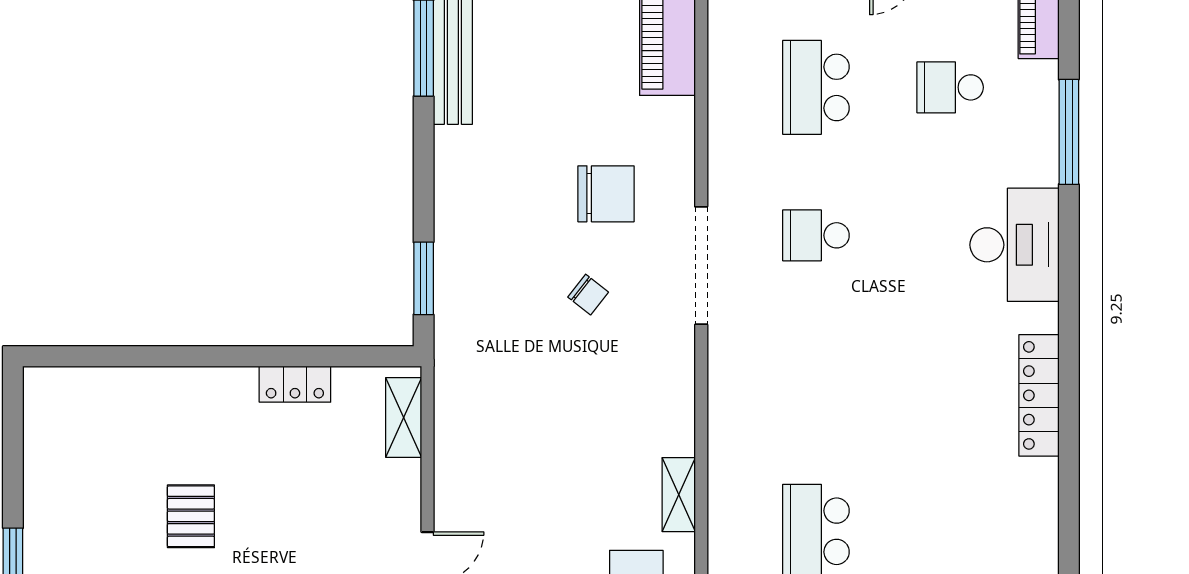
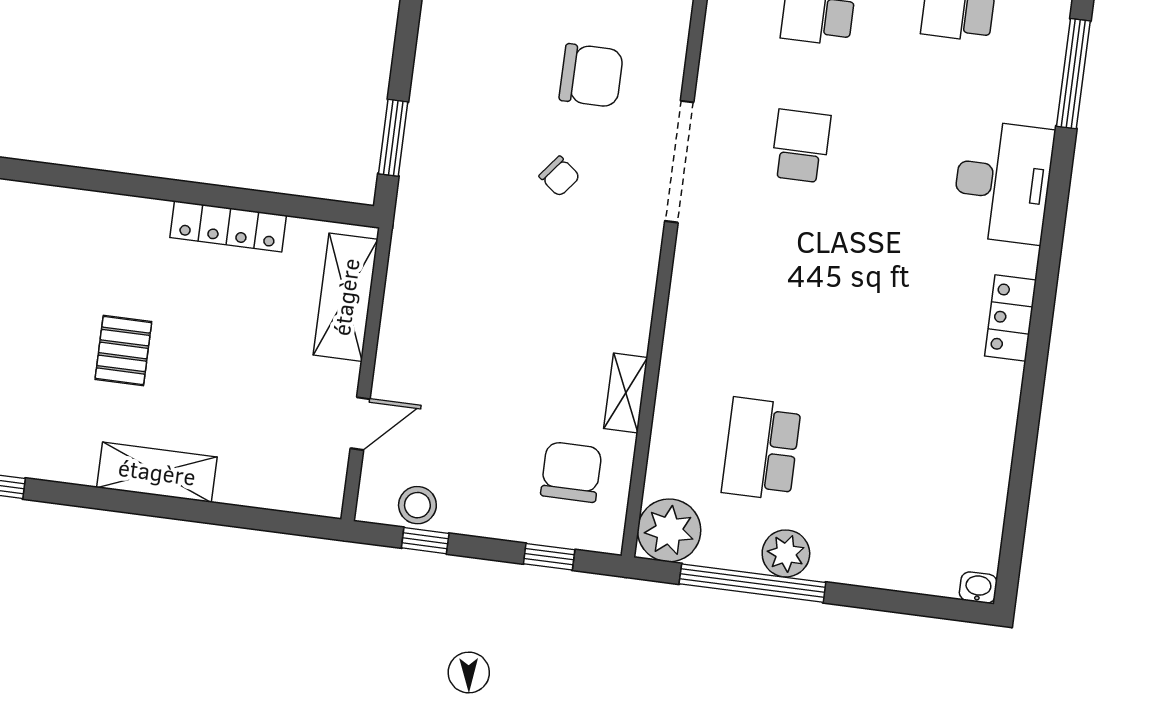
school desk: (816, 235) -> (801, 146), turned 90
locker: (295, 384) -> (228, 226), width x1.53
locker: (1039, 395) -> (1011, 318), width x0.66
shelving: (404, 417) -> (346, 297), width x1.50, depth x1.33

